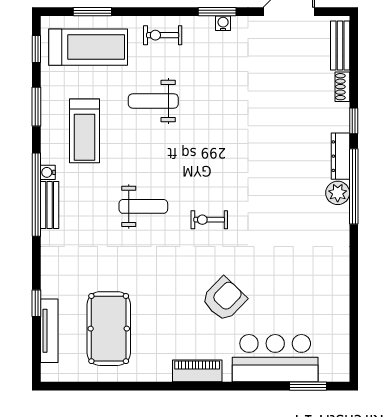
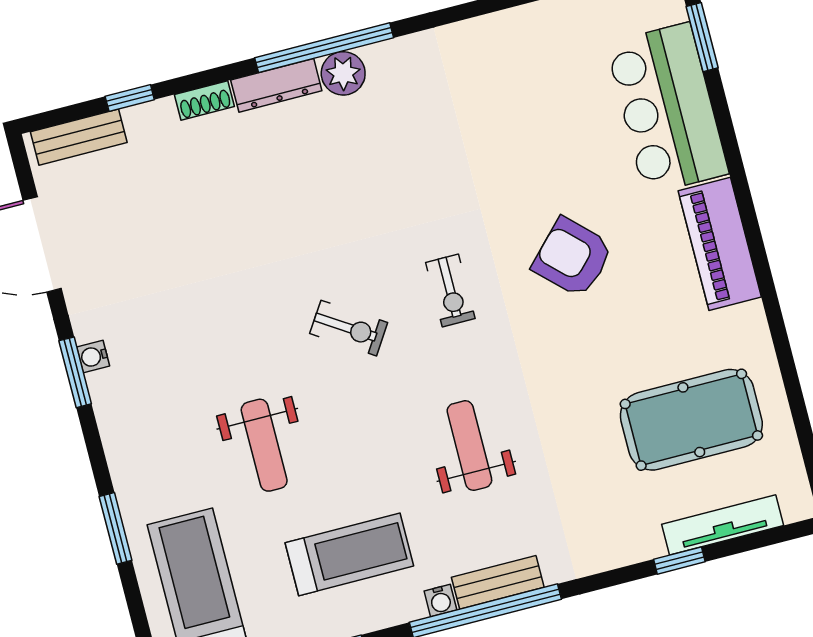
window: (92, 12) -> (116, 528), moved
exercise bike: (163, 35) -> (349, 328), moved, turned -57
shoe rack: (342, 87) -> (204, 100), moved
window: (354, 121) -> (130, 98), moved
weight bench: (143, 206) -> (469, 446), moved
armchair: (224, 299) -> (573, 257), moved
piano: (197, 371) -> (720, 244), width x1.37, depth x1.33

